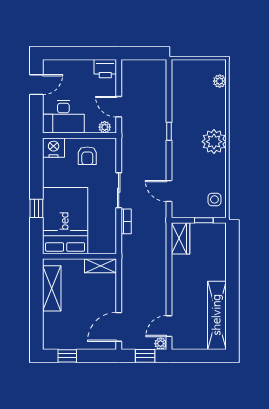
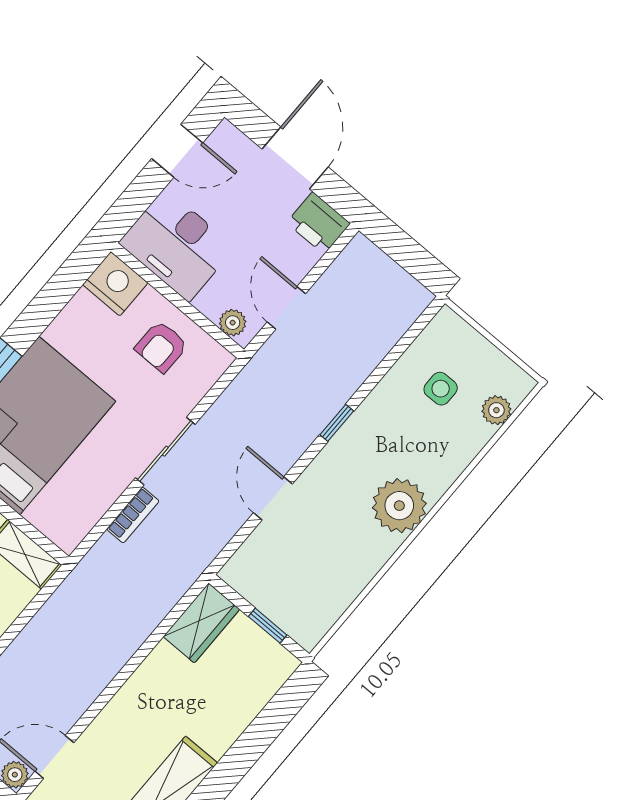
door: (79, 53) -> (295, 158), added
door: (169, 191) -> (273, 498), moved
side table: (214, 199) -> (441, 389), moved

